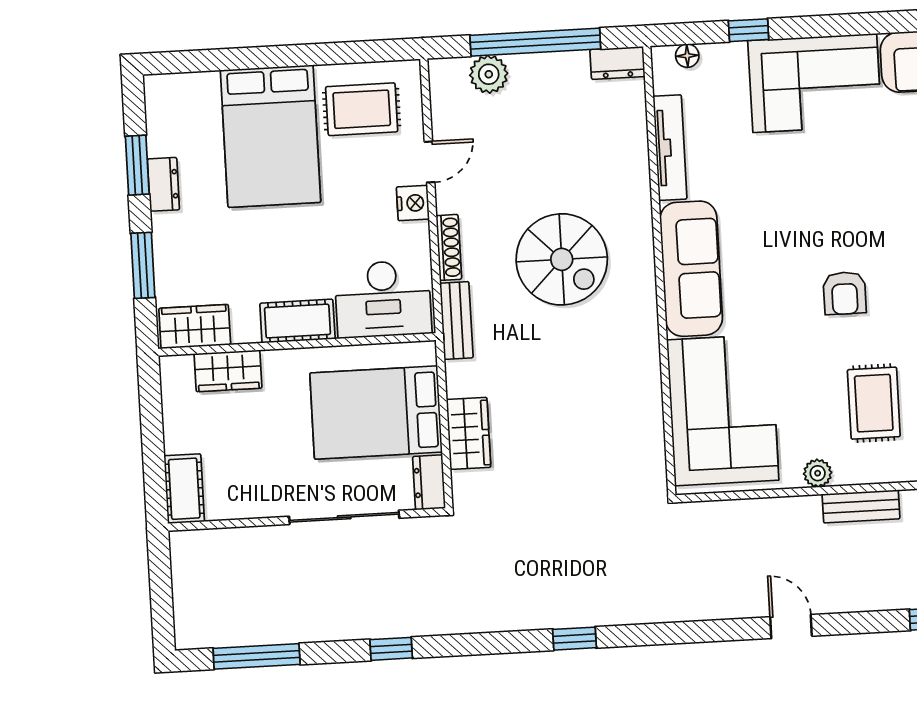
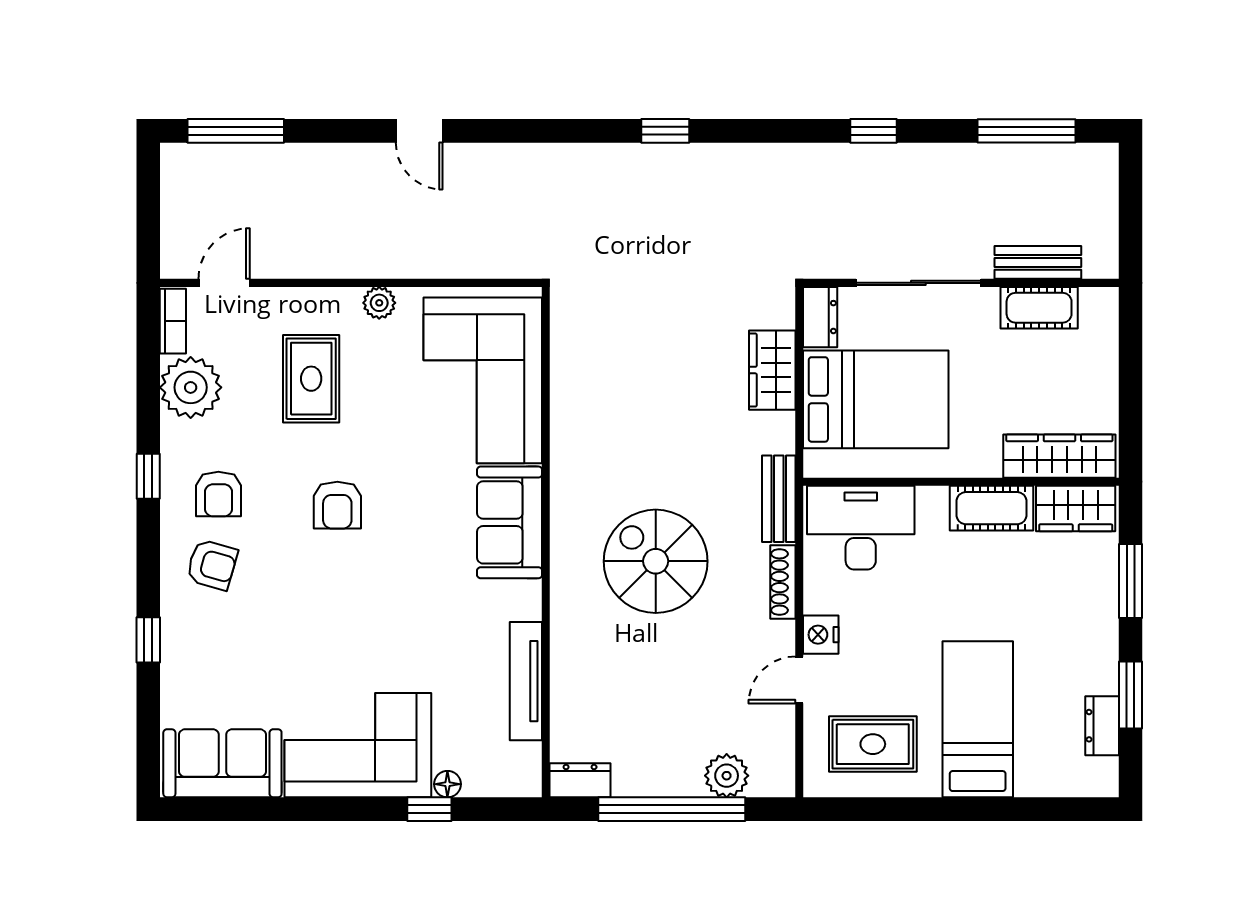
floor lamp: (687, 56) -> (447, 784), moved
bed: (271, 136) -> (978, 719), width x0.67
dresser: (163, 184) -> (1102, 726), moved
sofa: (691, 269) -> (510, 522), width x0.73
armchair: (845, 293) -> (337, 505), turned 180
cot: (297, 321) -> (991, 508), moved
wardrobe: (228, 371) -> (1059, 456), width x1.50
cot: (184, 489) -> (1039, 308), moved, turned 90
bench: (861, 506) -> (1038, 262), moved

